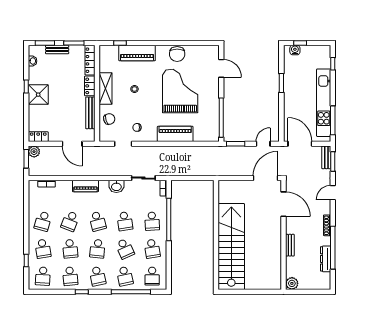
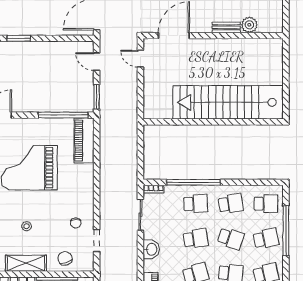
piano: (175, 134) -> (84, 140), moved
door: (265, 178) -> (140, 59), width x0.53
school desk: (125, 249) -> (231, 239), turned 42
plant: (292, 283) -> (249, 25), moved

